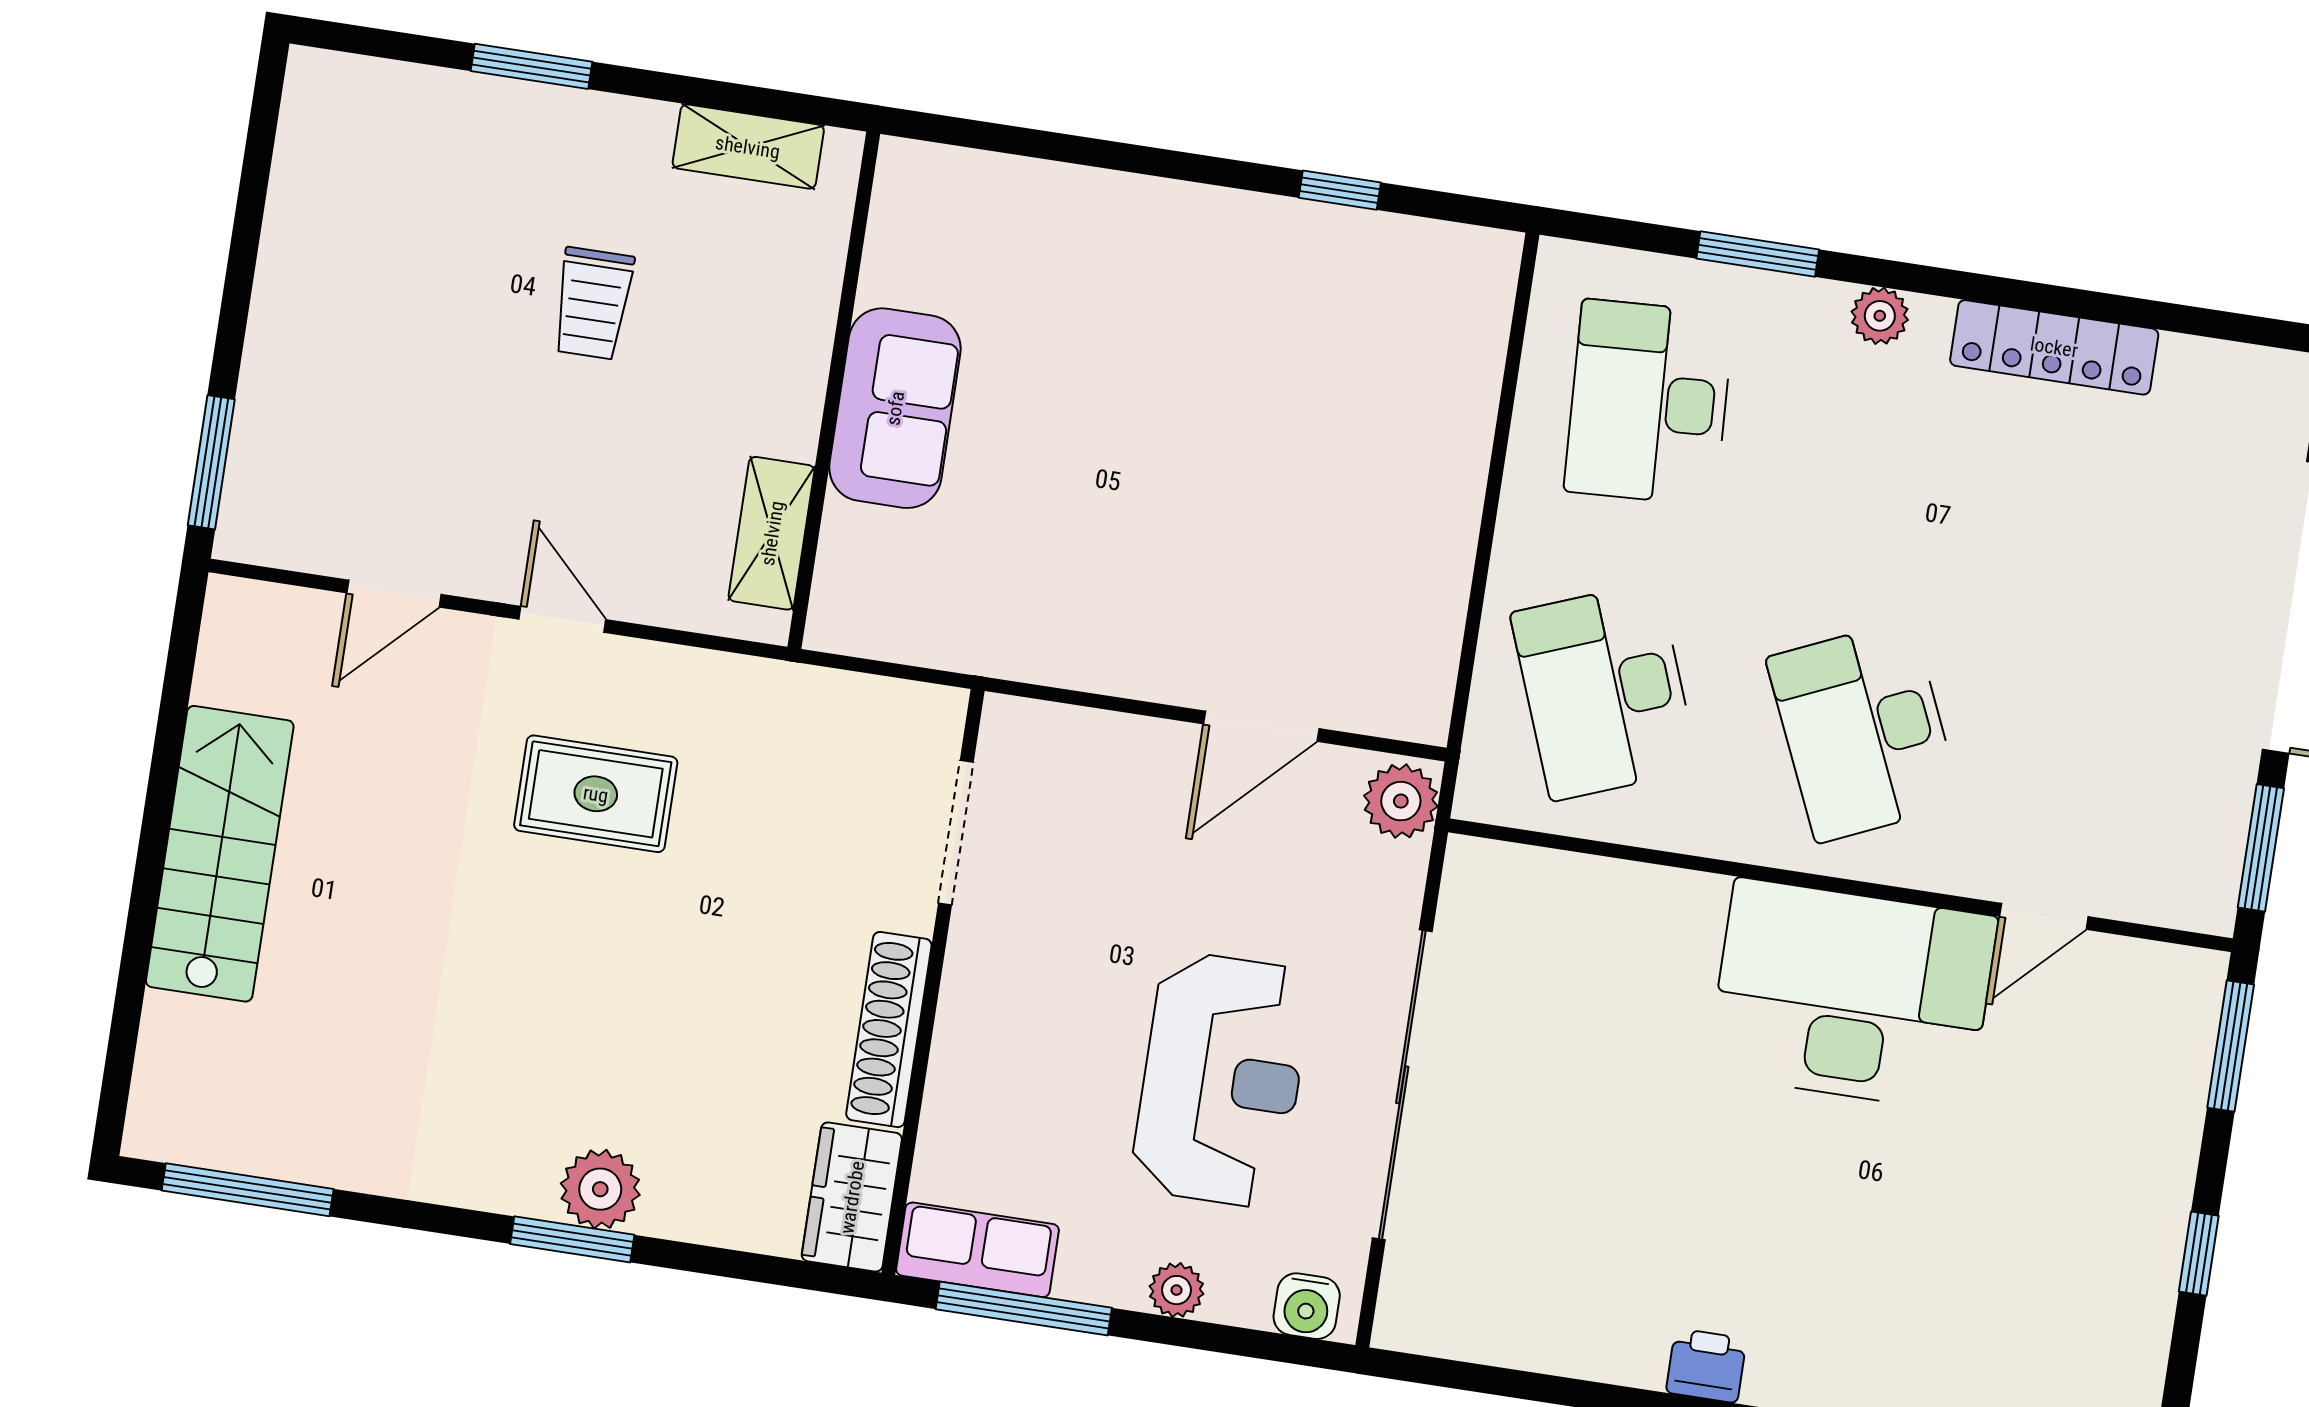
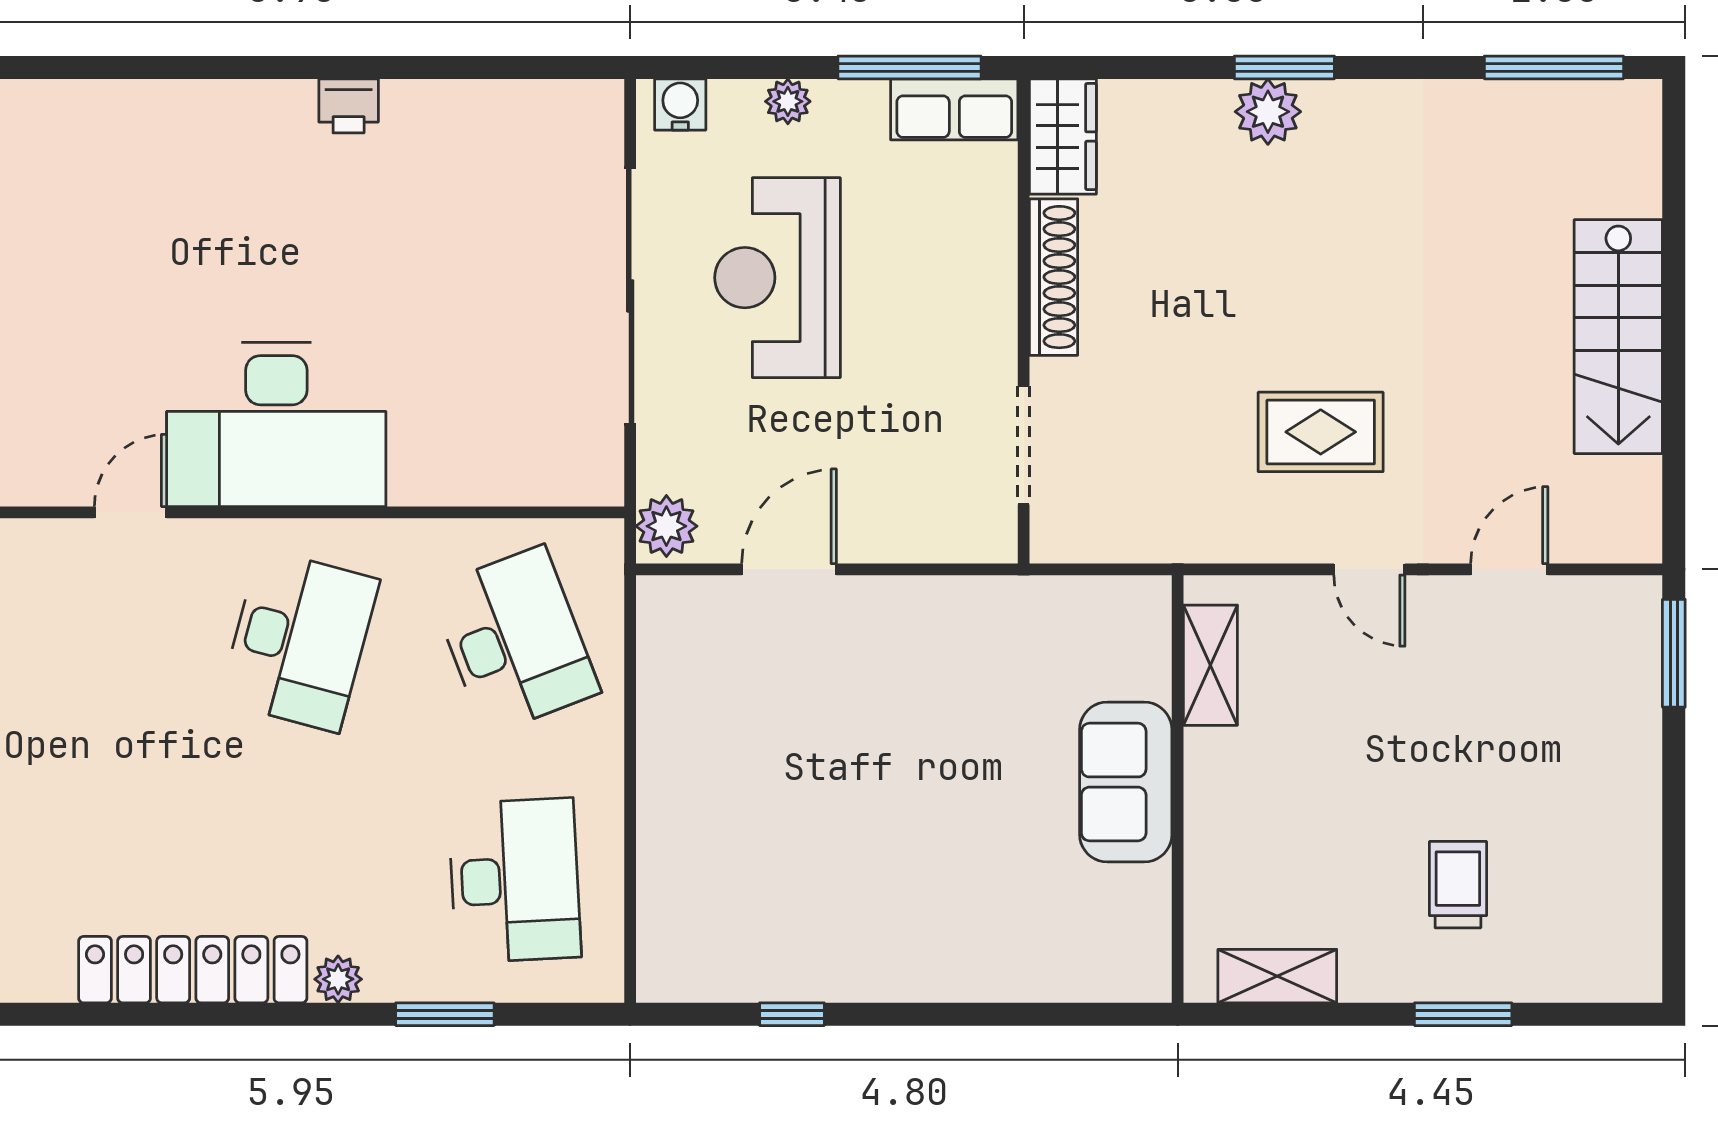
trolley: (593, 303) -> (1458, 885), moved
locker: (2054, 347) -> (193, 970), width x1.41, depth x1.21
desk: (1864, 731) -> (299, 640), turned 39

